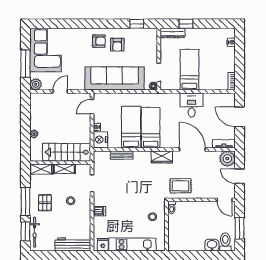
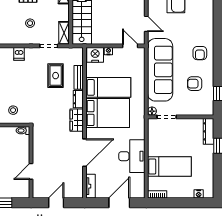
armchair: (117, 45) -> (195, 84), moved
bed: (190, 70) -> (169, 166), moved
door: (60, 91) -> (146, 24), moved
desk: (192, 105) -> (132, 156), width x1.37
bed: (151, 128) -> (108, 113), width x1.50
dresser: (142, 155) -> (78, 99), added
plant: (227, 159) -> (75, 190), removed
shelving: (64, 169) -> (64, 33), moved
rug: (181, 186) -> (56, 76), moved
door: (225, 200) -> (31, 171), moved

